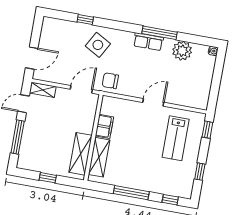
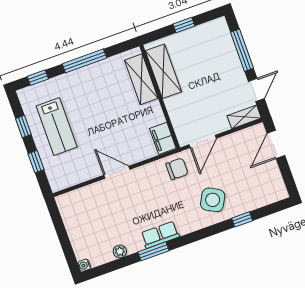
window: (160, 33) -> (154, 251), width x0.69
plant: (182, 51) -> (120, 251), width x0.53, depth x0.53
door: (153, 102) -> (117, 172), swing flipped
filing cabinet: (104, 126) -> (163, 138), moved
window: (207, 130) -> (36, 162), moved
lab bench: (176, 138) -> (57, 126), moved, turned 180

